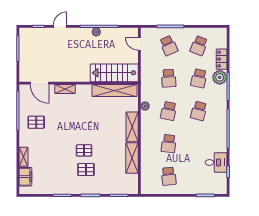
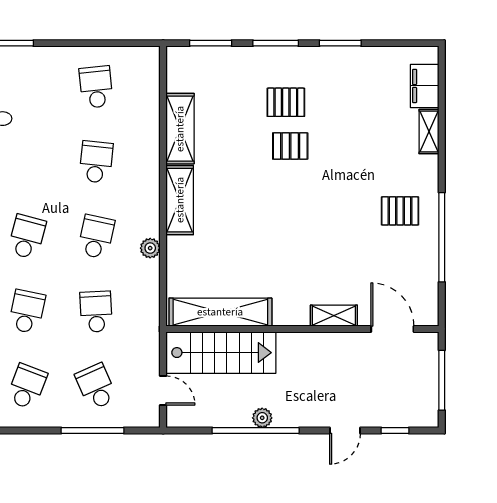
stairs: (114, 73) -> (221, 353), moved
door: (40, 83) -> (392, 329), moved
wall: (79, 83) -> (302, 329), moved
shelving: (65, 89) -> (334, 316), moved
shelving: (114, 90) -> (220, 312), moved

